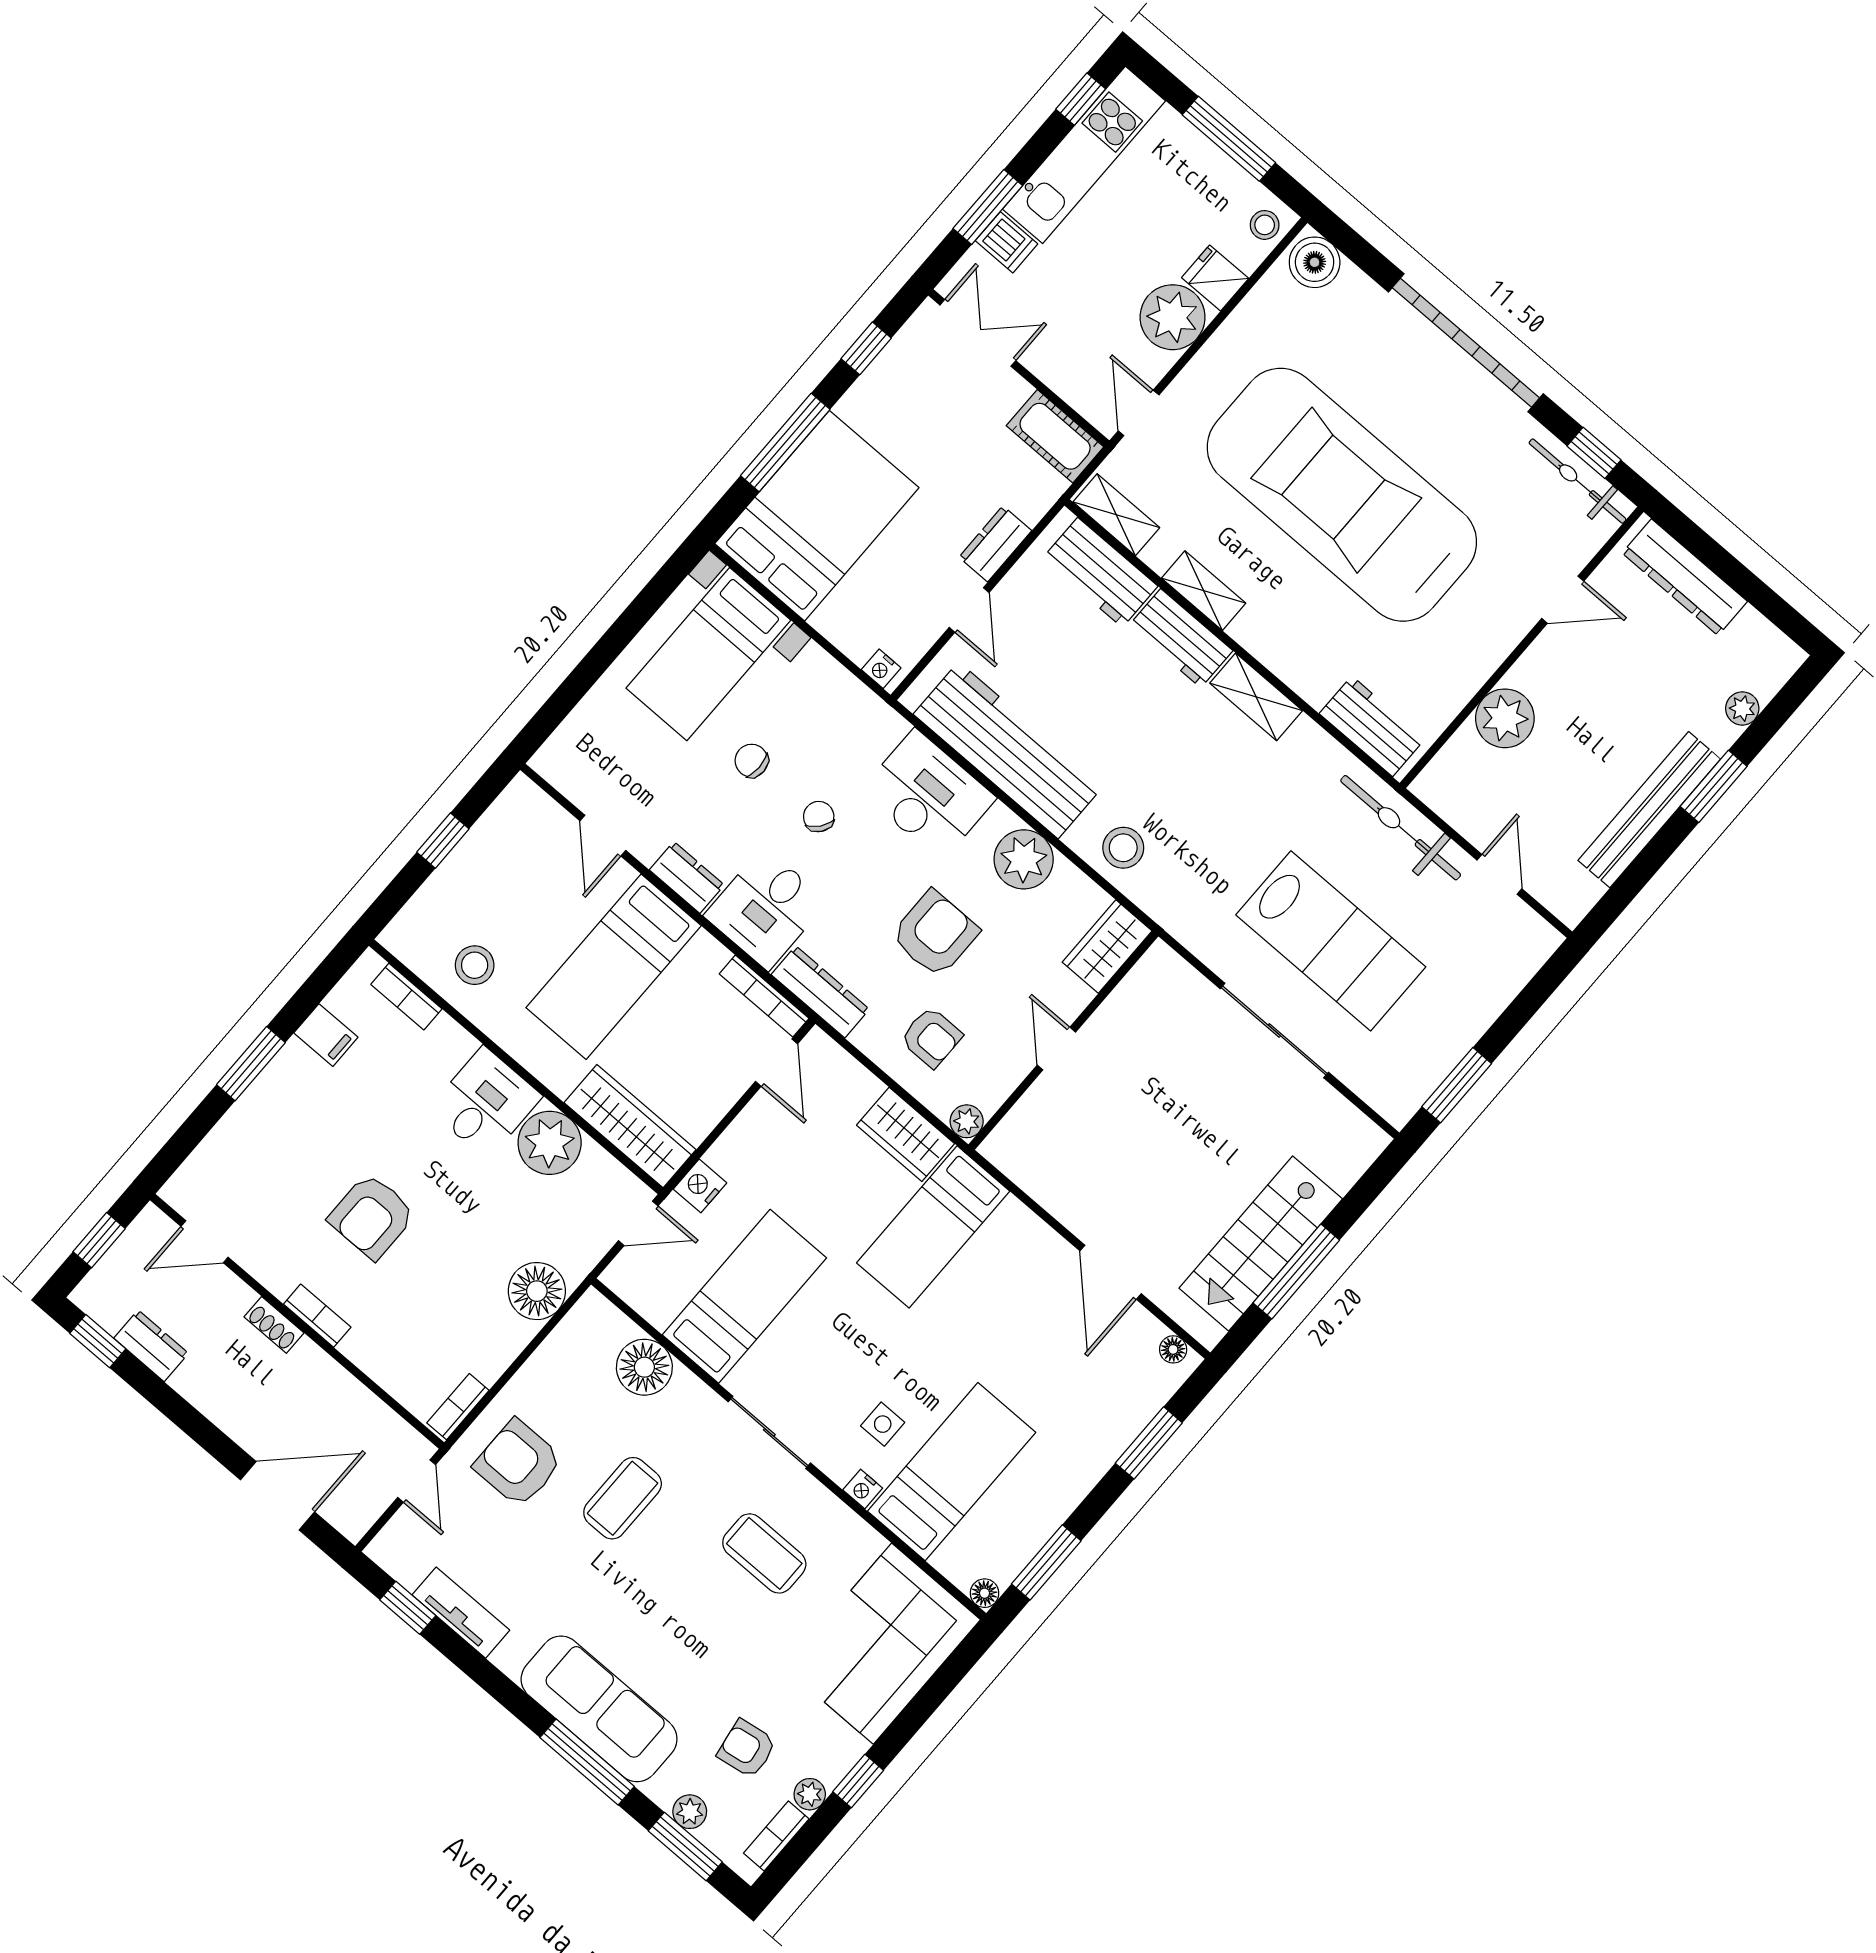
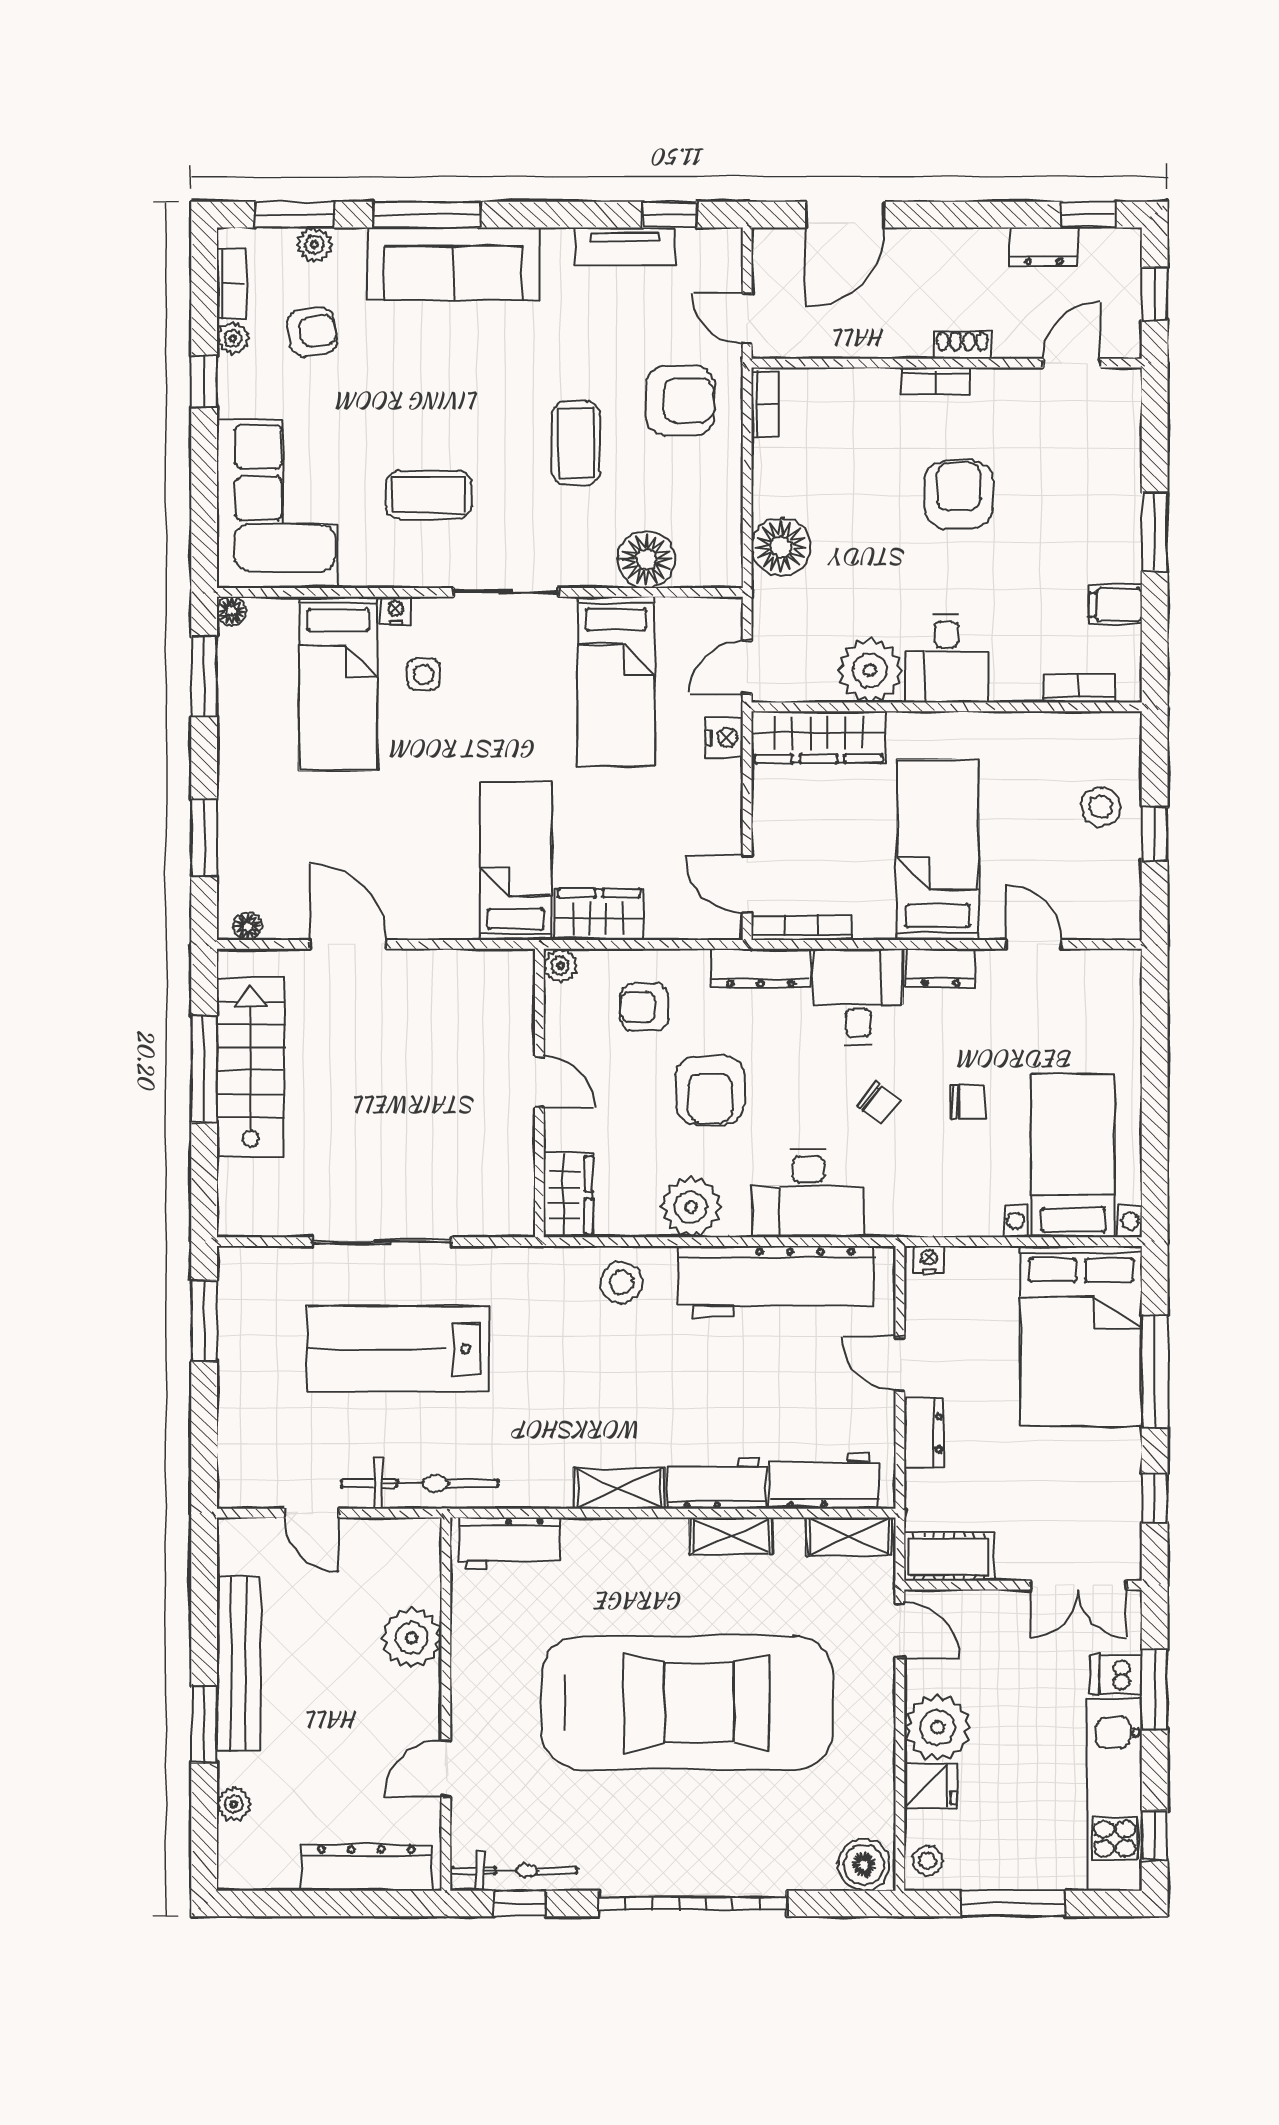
stool: (475, 965) -> (1101, 807), moved

